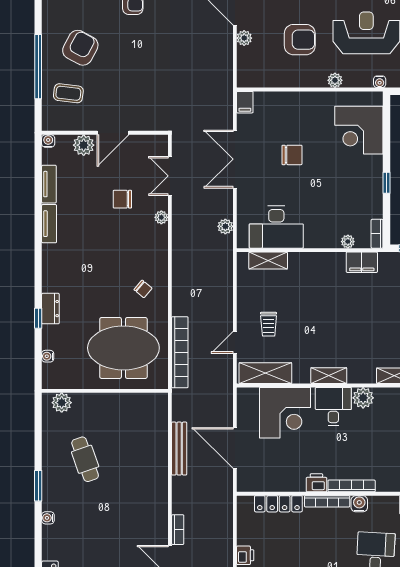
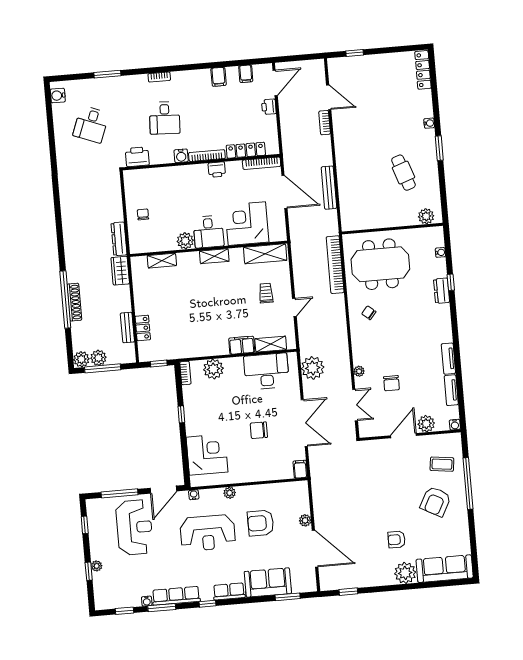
chair: (122, 199) -> (391, 383), turned 90
plant: (225, 226) -> (313, 368), width x1.88, depth x1.88
plant: (348, 242) -> (213, 369), width x1.88, depth x1.88
filing cabinet: (362, 262) -> (242, 345), moved
door: (235, 342) -> (294, 307), moved
bookcase: (352, 486) -> (262, 163), moved

